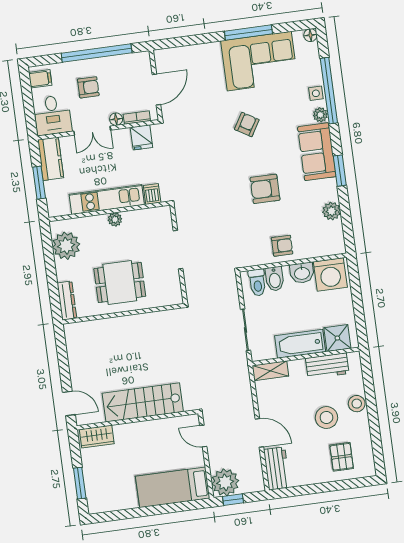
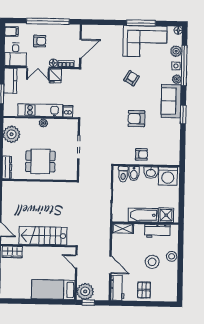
fridge: (141, 137) -> (55, 76), moved
plant: (332, 211) -> (176, 51), moved
pallet: (342, 457) -> (144, 290), moved

